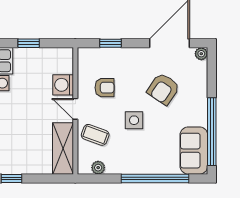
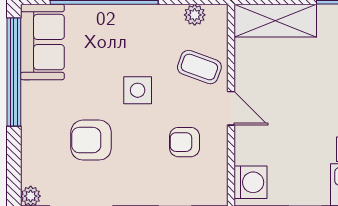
washing machine: (63, 85) -> (250, 182), moved
armchair: (163, 89) -> (91, 140), turned -124
shelving: (63, 148) -> (275, 21), moved, turned 90

